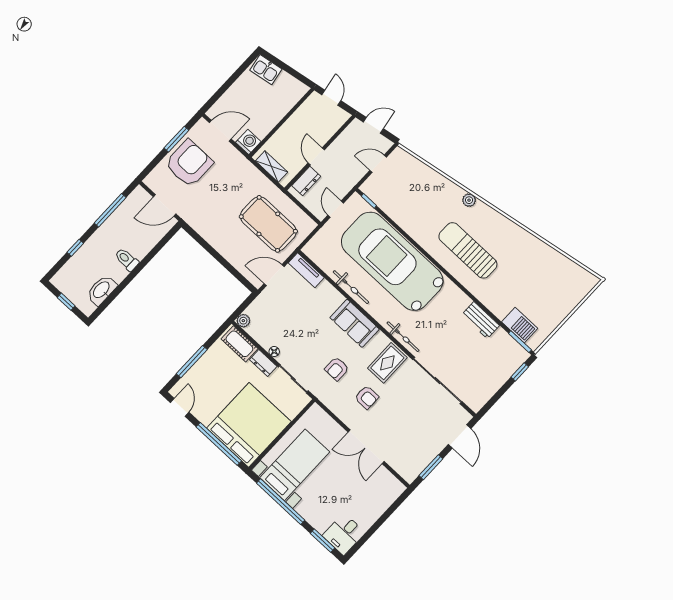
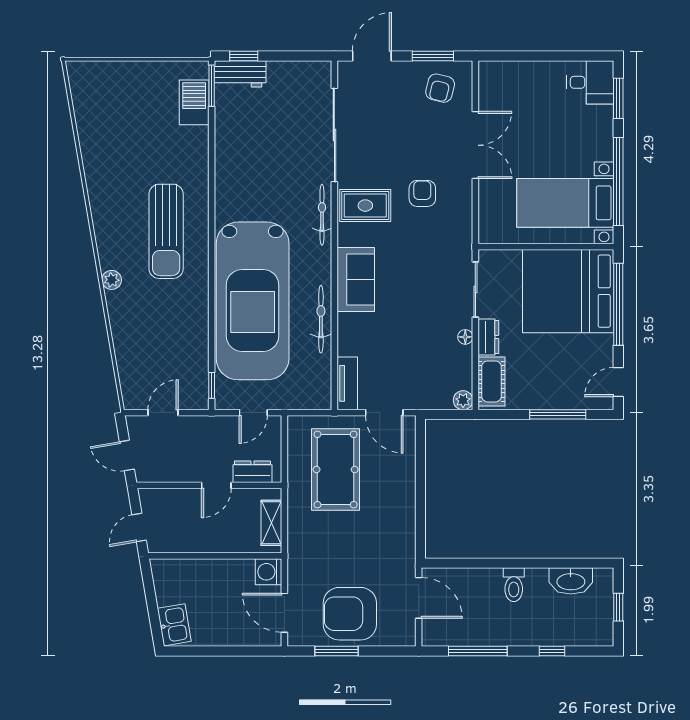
door: (378, 164) -> (163, 413), swing flipped
workbench: (481, 320) -> (240, 74), moved, turned 90
armchair: (337, 369) -> (440, 88), moved, turned 104

